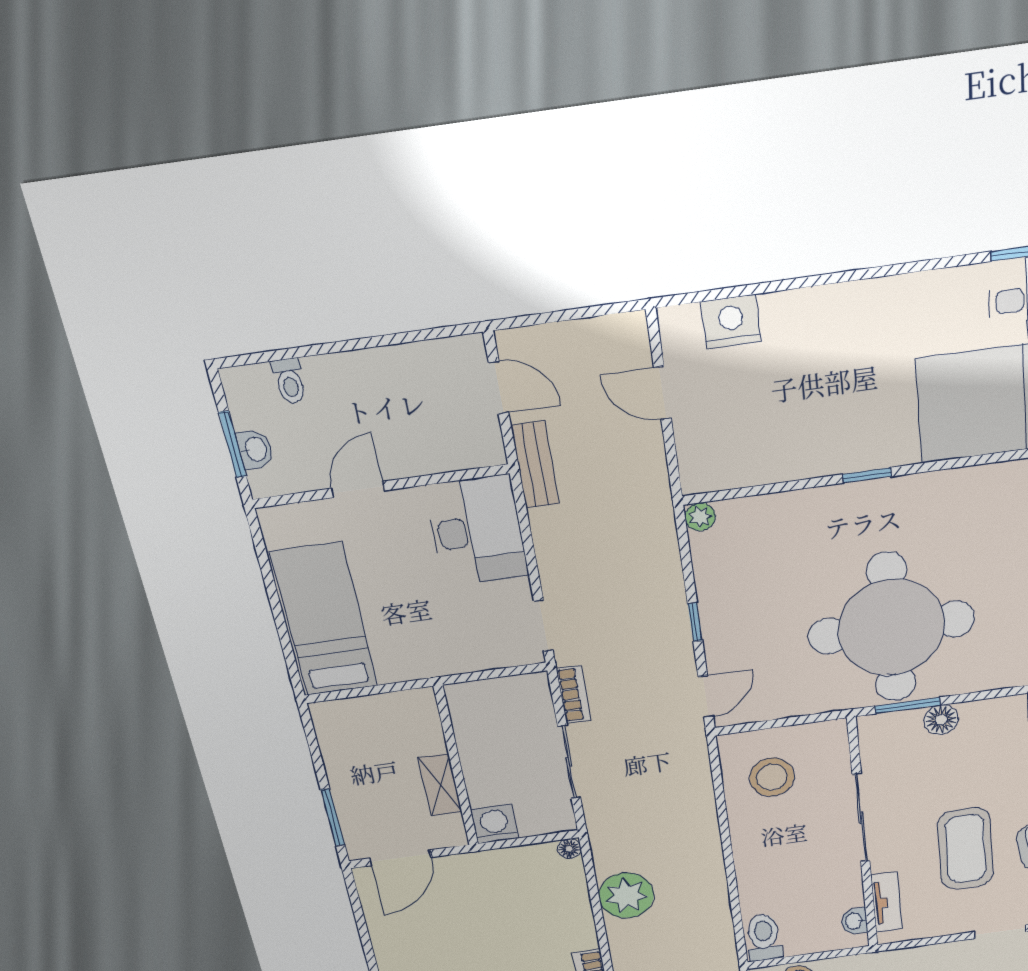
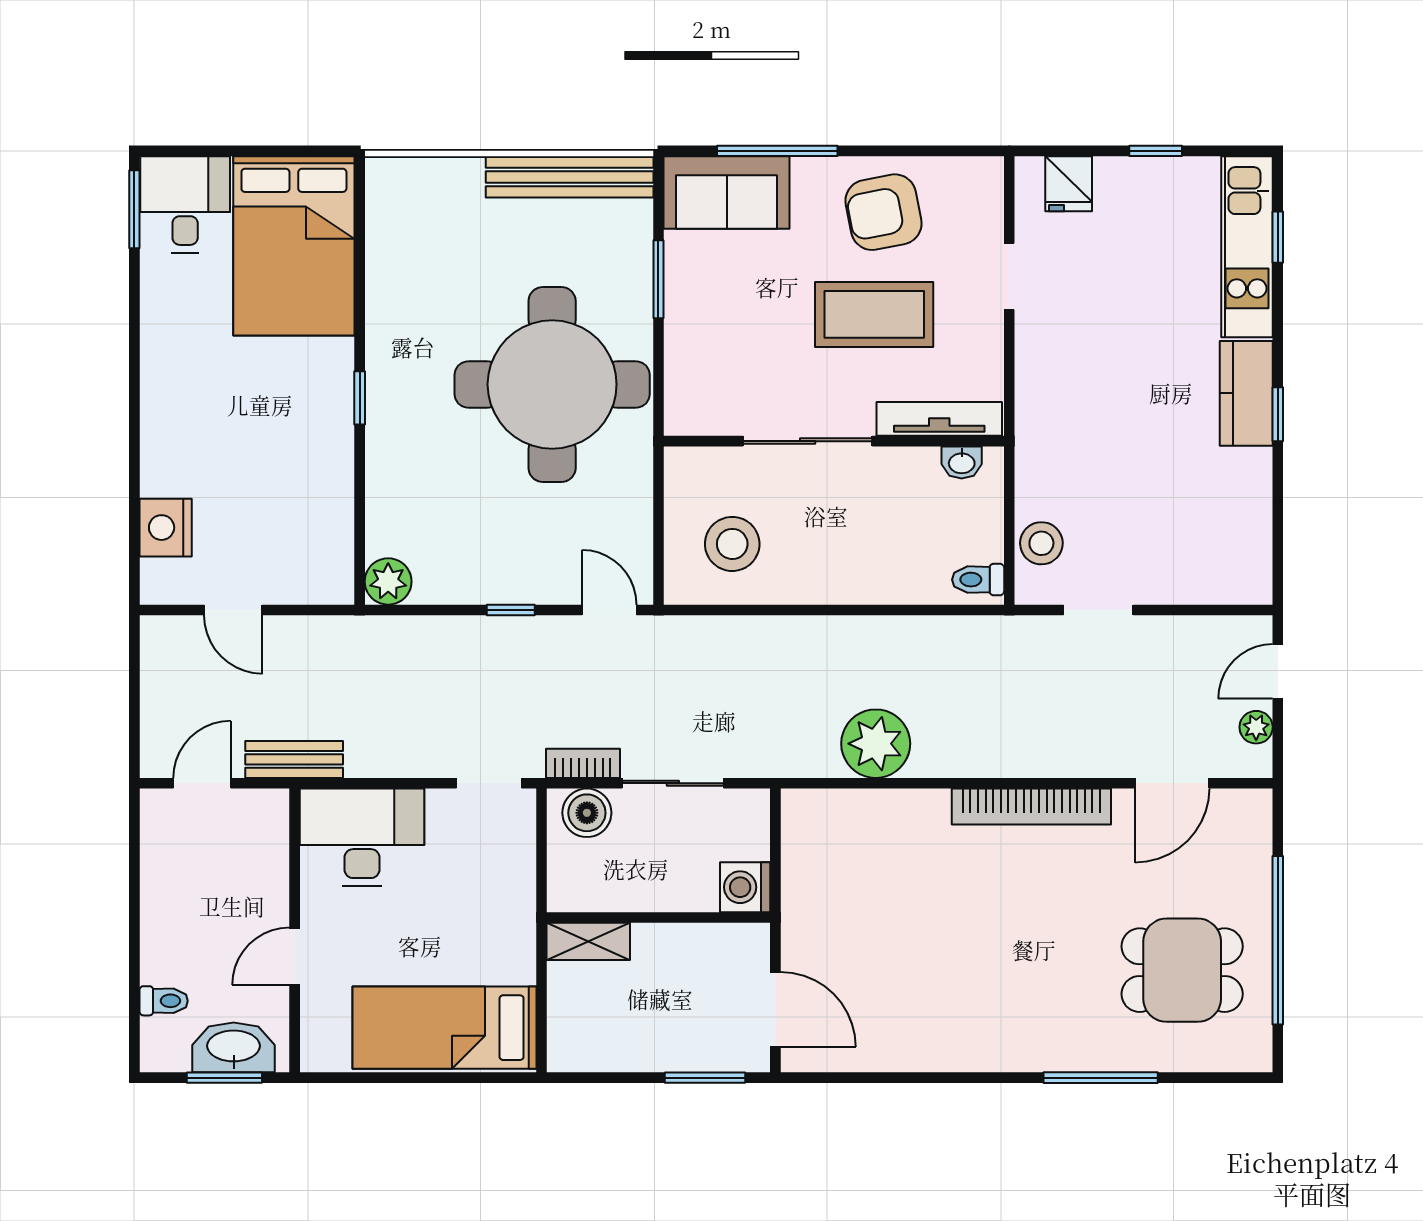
door: (663, 393) -> (233, 610), hinge flipped
washbasin: (255, 450) -> (234, 1047), width x1.91, depth x1.45
door: (358, 489) -> (295, 956), hinge flipped
plant: (700, 517) -> (388, 581), width x1.38, depth x1.38
boiler: (533, 703) -> (587, 813), added
window: (907, 705) -> (658, 279), moved
floor lamp: (941, 720) -> (684, 334), removed
shelving: (440, 785) -> (588, 941), moved
floor lamp: (569, 849) -> (795, 803), removed
tv unit: (887, 902) -> (939, 419), width x1.41
toilet: (764, 937) -> (978, 580), width x0.73, depth x0.72

